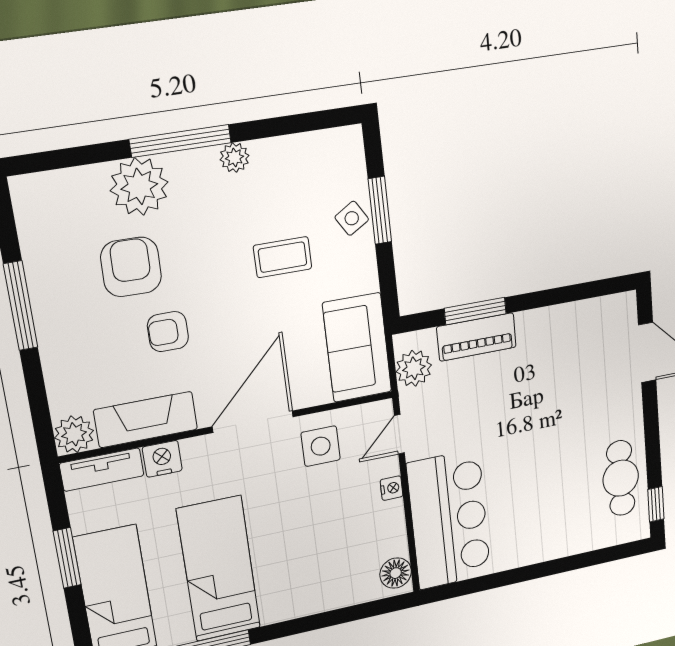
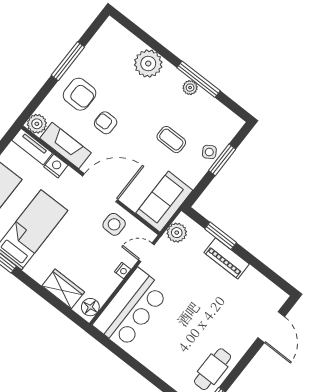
window: (180, 141) -> (199, 79), moved
armchair: (131, 267) -> (80, 94), moved, turned 89
piano: (477, 337) -> (227, 258), moved
wardrobe: (338, 590) -> (63, 289), added

